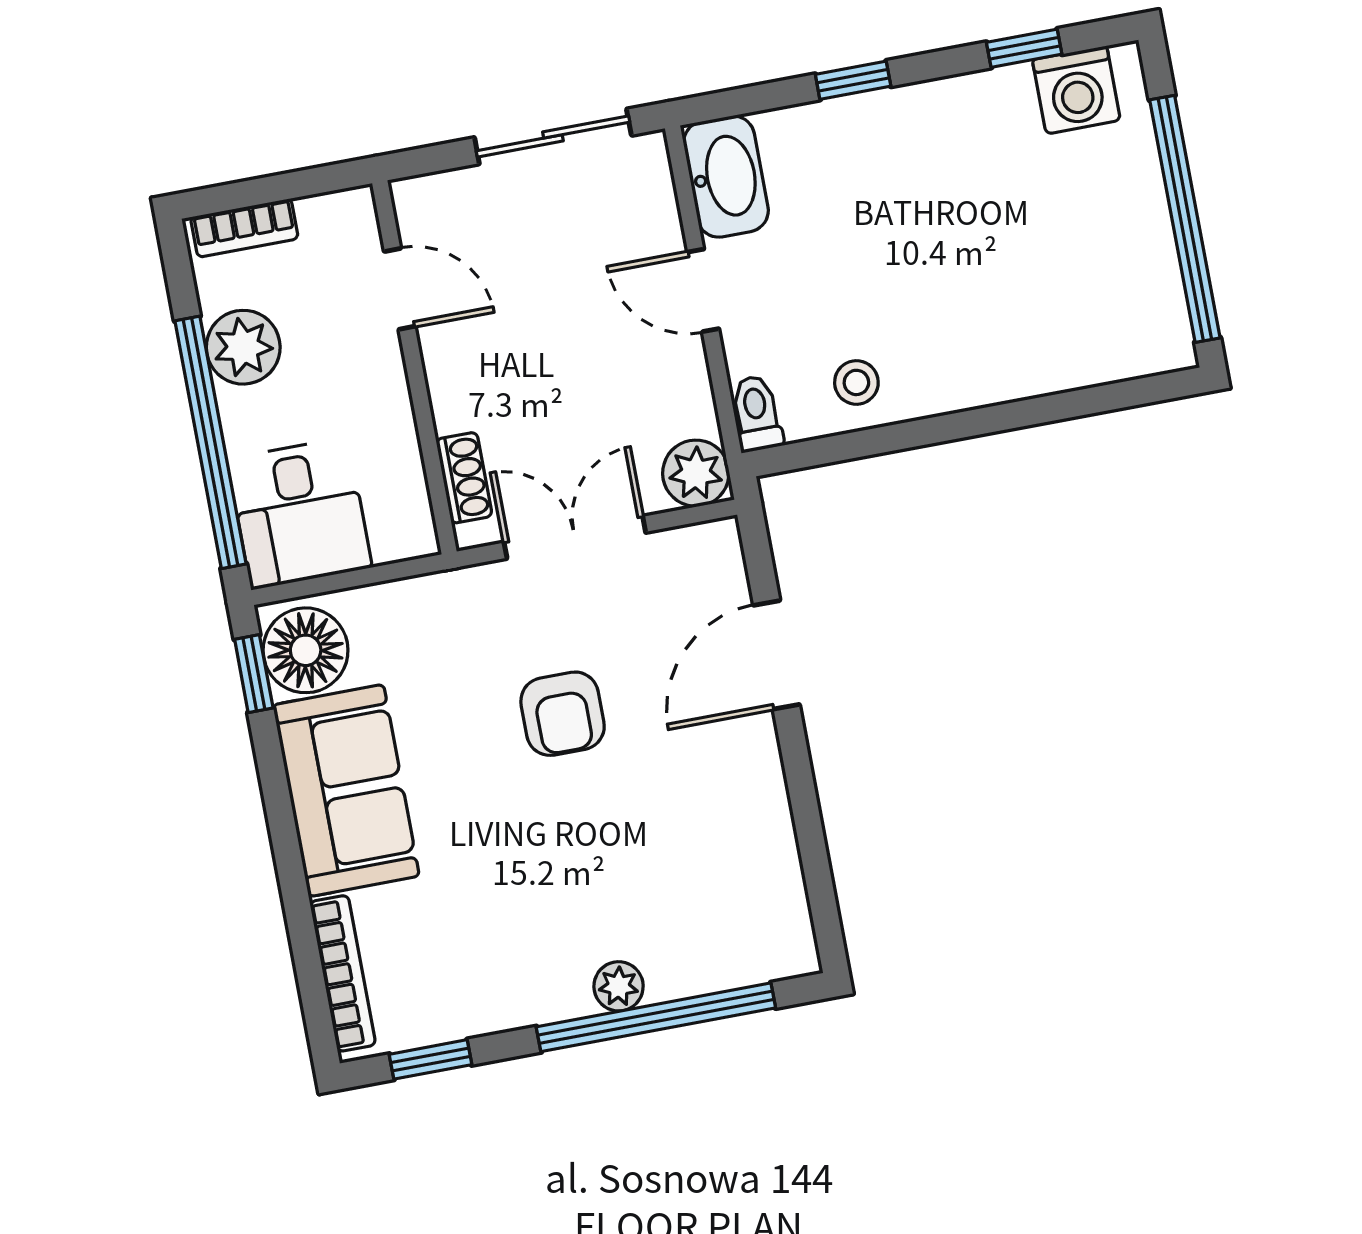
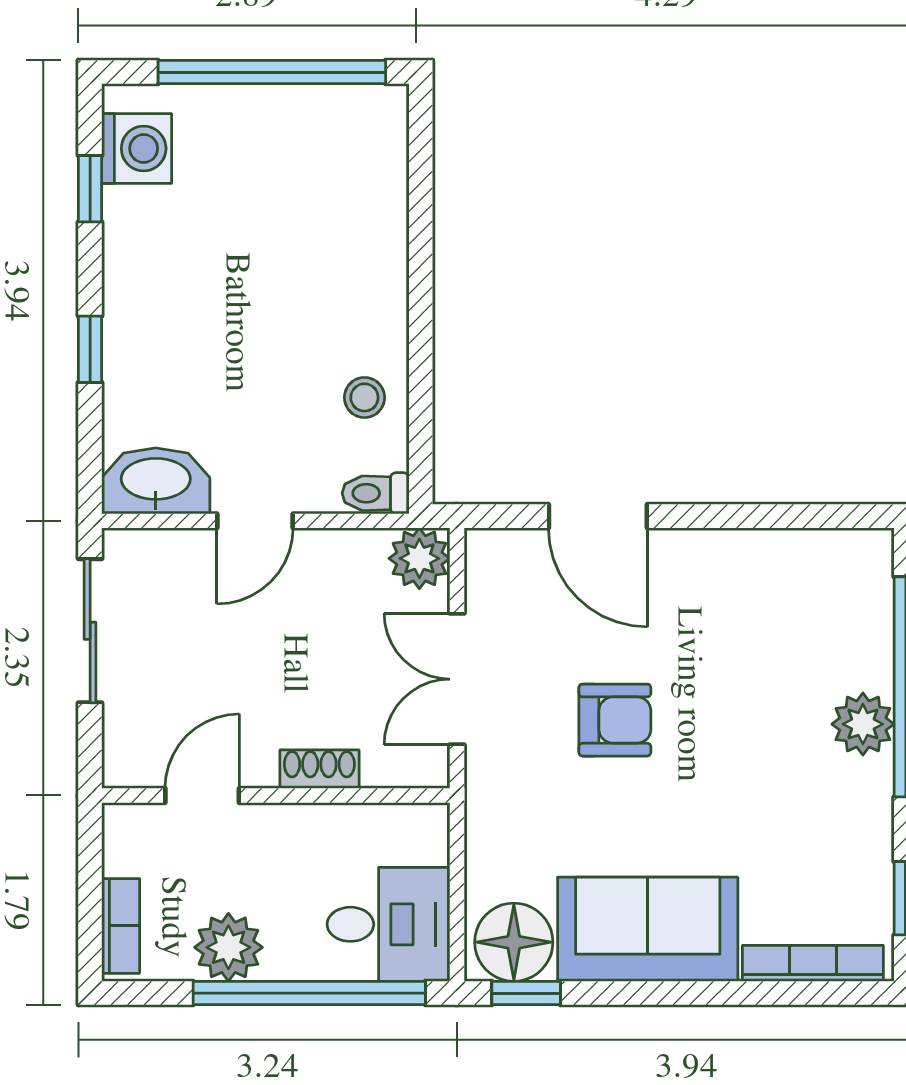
shoe rack: (464, 478) -> (319, 769), moved
plant: (619, 986) -> (863, 724), width x1.38, depth x1.38

